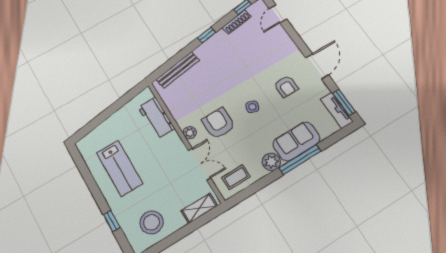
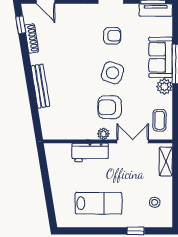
window: (206, 35) -> (28, 70), removed
bench: (178, 70) -> (40, 86), moved
side table: (252, 107) -> (112, 73), width x1.87, depth x1.87
workbench: (156, 118) -> (90, 152), moved
stool: (152, 222) -> (155, 202), width x0.53, depth x0.53

